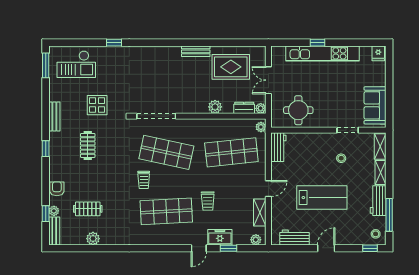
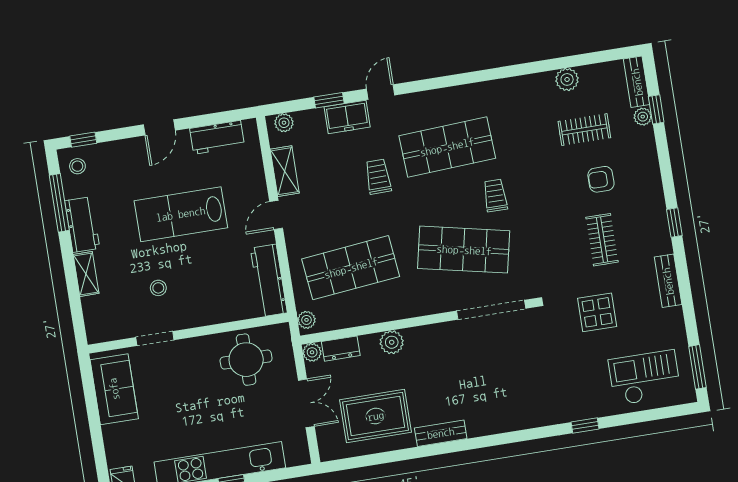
workbench: (278, 147) -> (269, 280), width x1.38
shelving: (380, 147) -> (94, 319), removed
armchair: (57, 189) -> (601, 179), moved, turned 90

